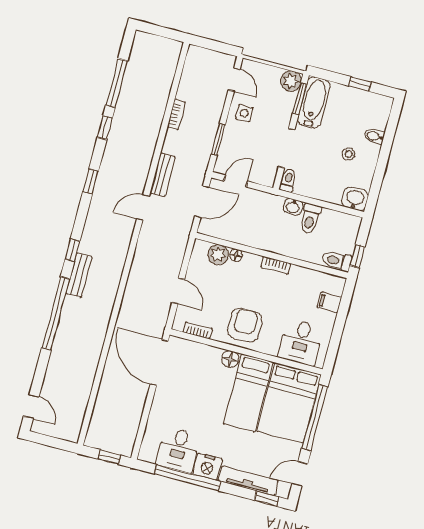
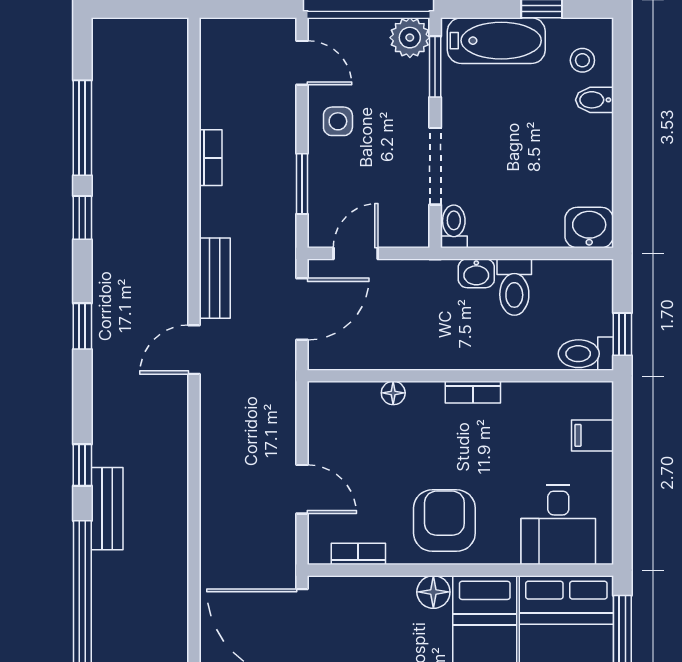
bathtub: (314, 102) -> (496, 41), moved, turned 90
stool: (348, 154) -> (582, 60), moved
plant: (218, 255) -> (359, 401), removed

